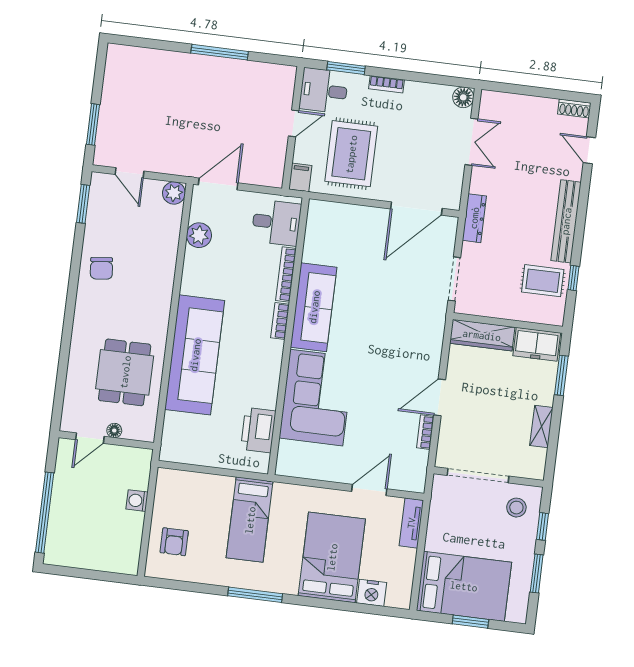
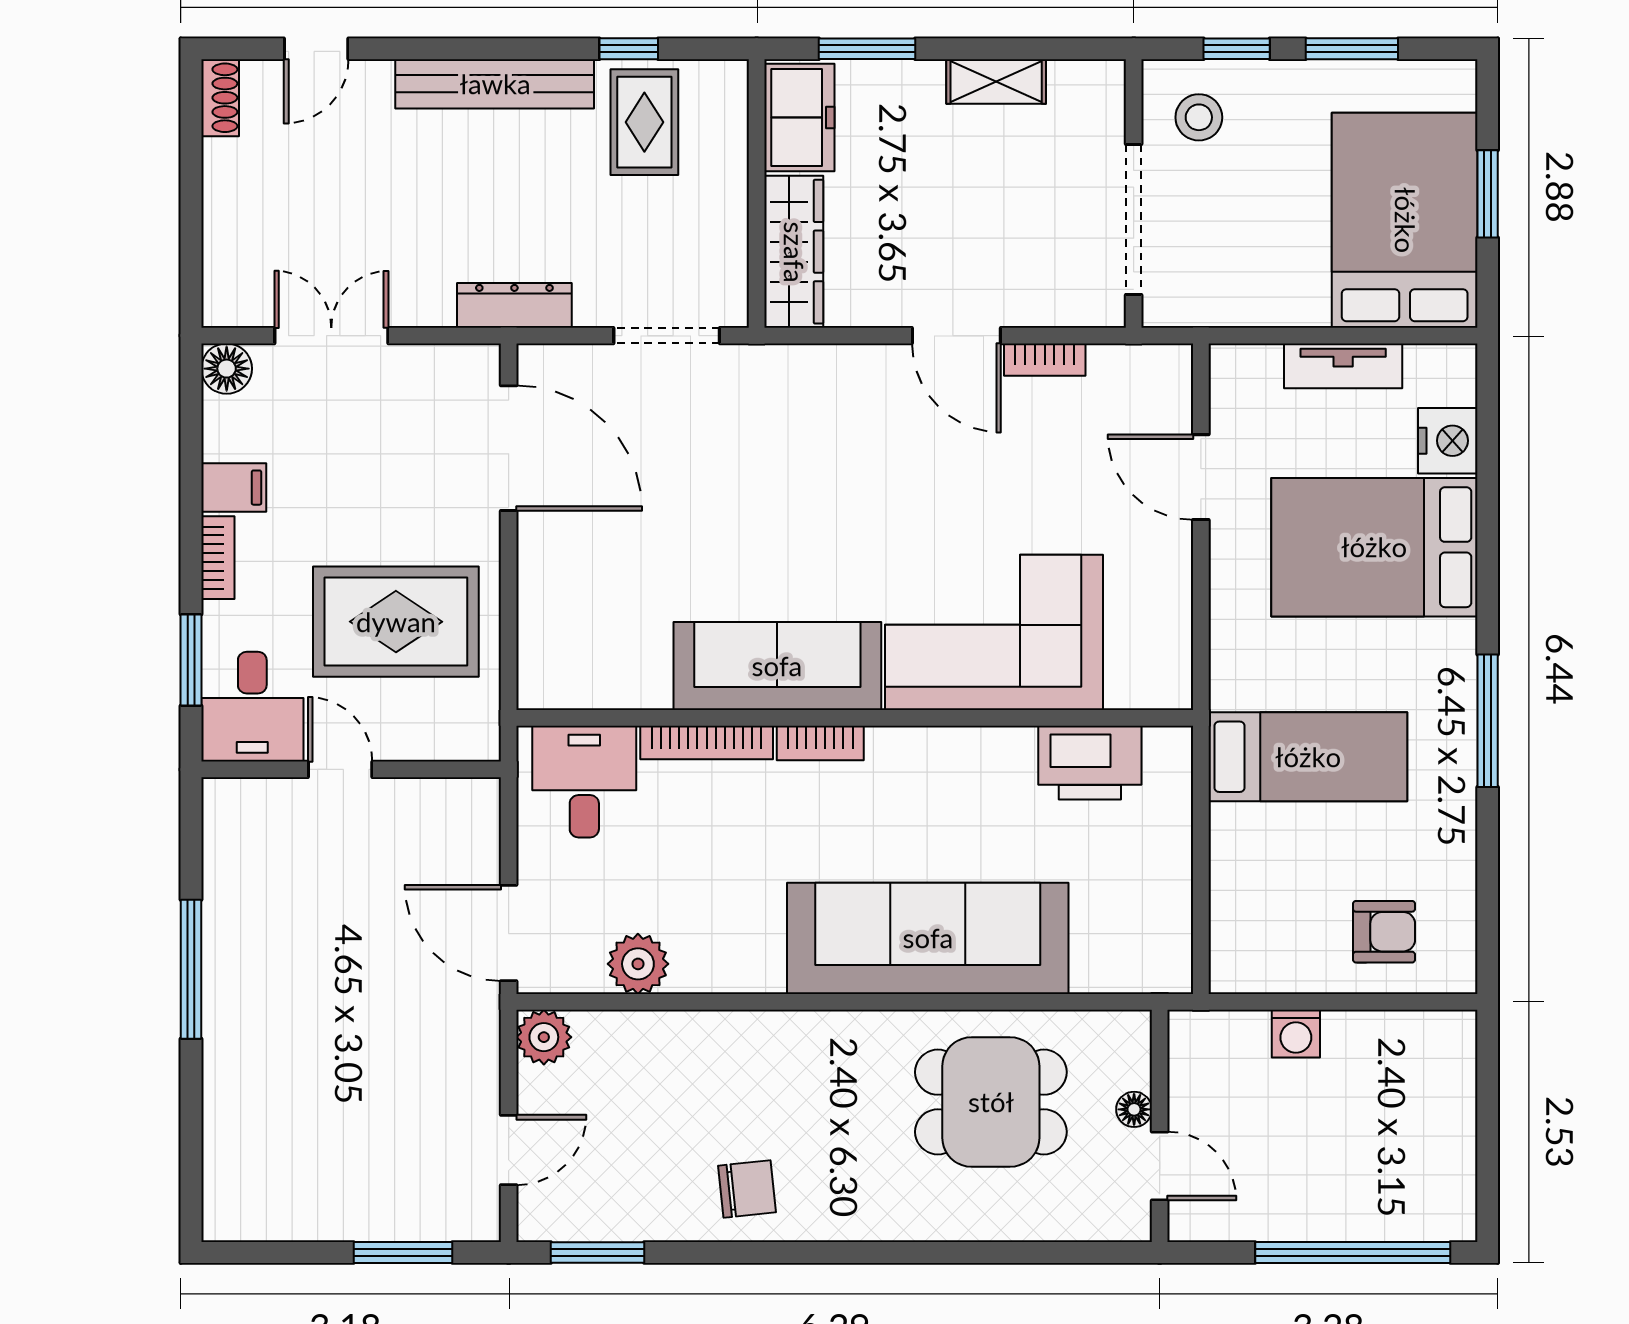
filing cabinet: (300, 177) -> (234, 488), moved, turned 180
tv unit: (411, 523) -> (1343, 366), moved

